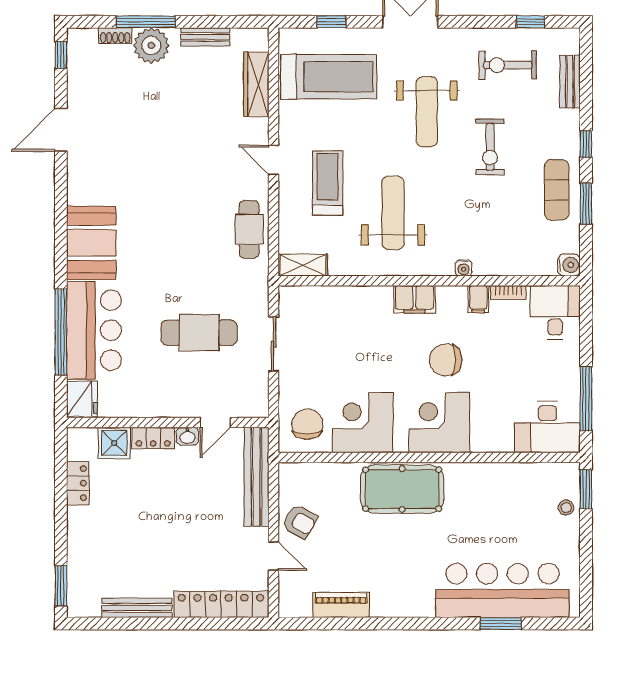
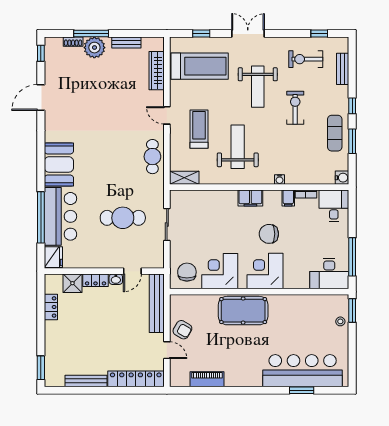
exercise bike: (490, 147) -> (295, 108), turned 180

